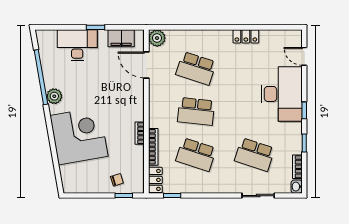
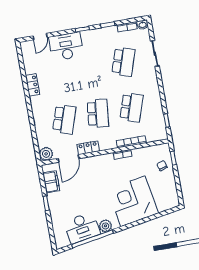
desk: (77, 45) -> (82, 228), moved, turned -100
desk: (282, 94) -> (66, 46), width x0.73, depth x0.77
locker: (155, 180) -> (88, 148), moved

